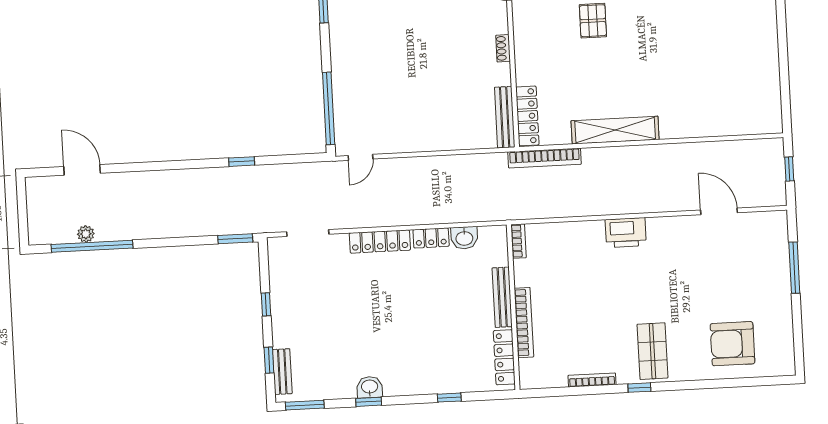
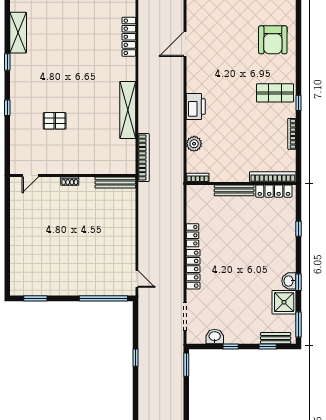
locker: (527, 116) -> (129, 37), moved, turned -90
plant: (569, 233) -> (194, 144), added
washbasin: (464, 238) -> (215, 337), moved, turned -90
bookcase: (524, 323) -> (273, 177), moved
shower: (337, 381) -> (284, 302), added

